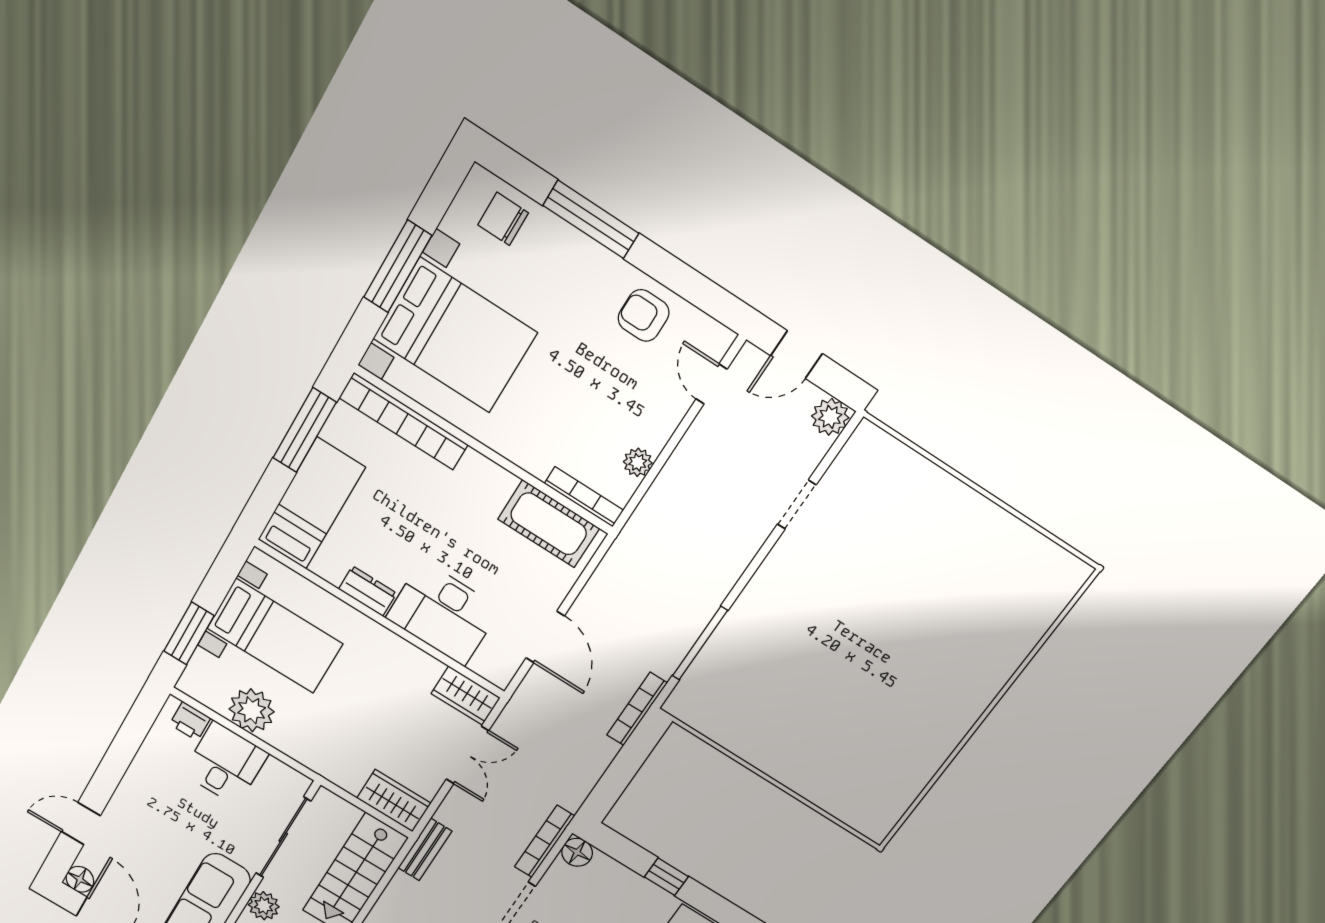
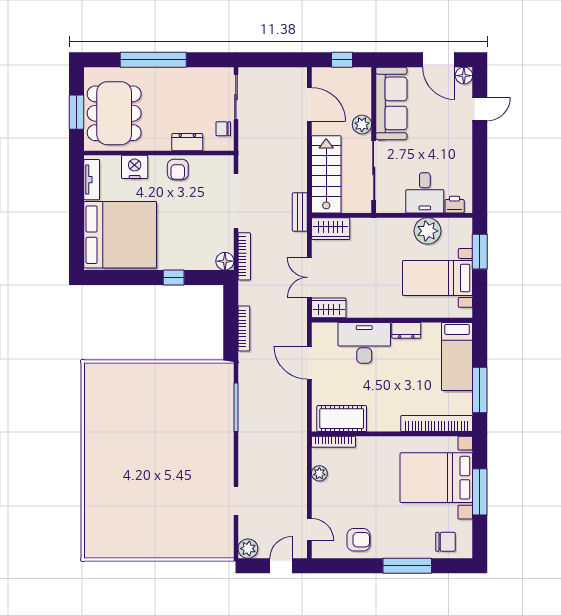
bookcase: (637, 709) -> (244, 328), moved

